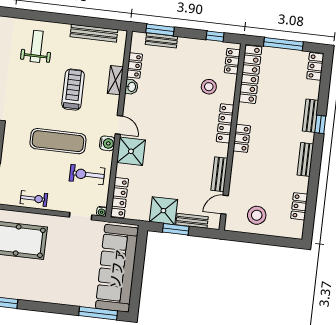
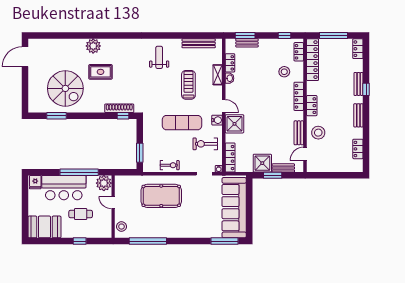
stool: (257, 215) -> (318, 133), moved

